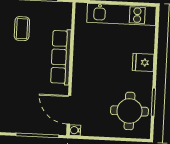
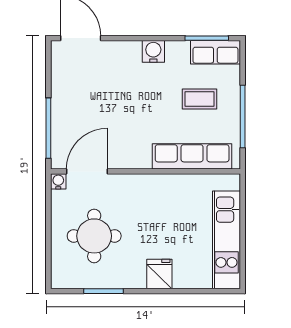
row of seats: (61, 57) -> (192, 156), moved
round table: (129, 111) -> (94, 236), moved

